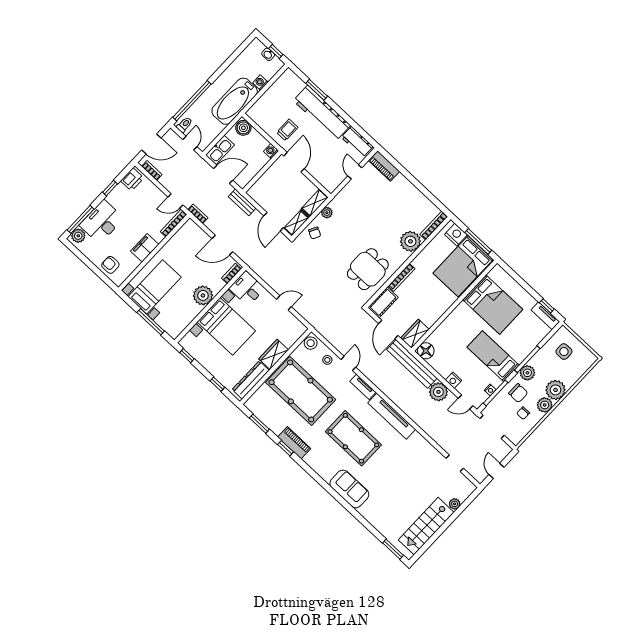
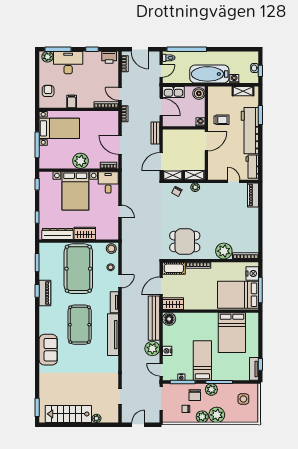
shelving: (279, 85) -> (243, 91), added
door: (355, 172) -> (234, 181), hinge flipped
filing cabinet: (145, 248) -> (72, 101), width x0.50

